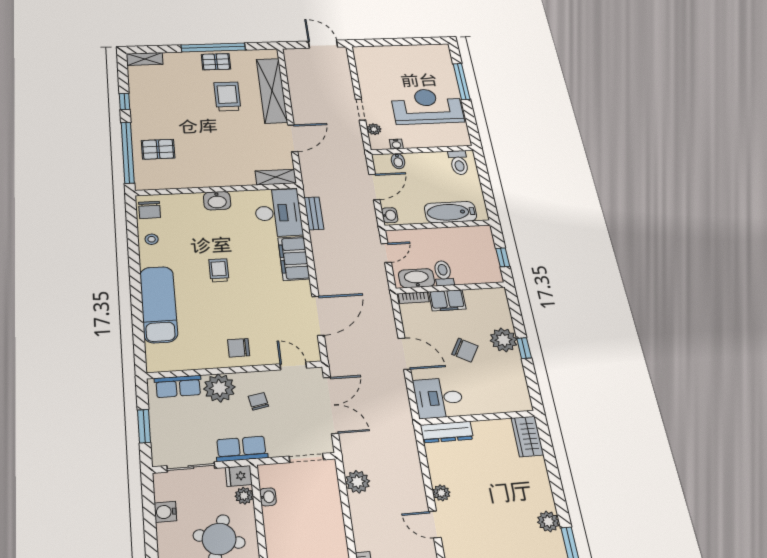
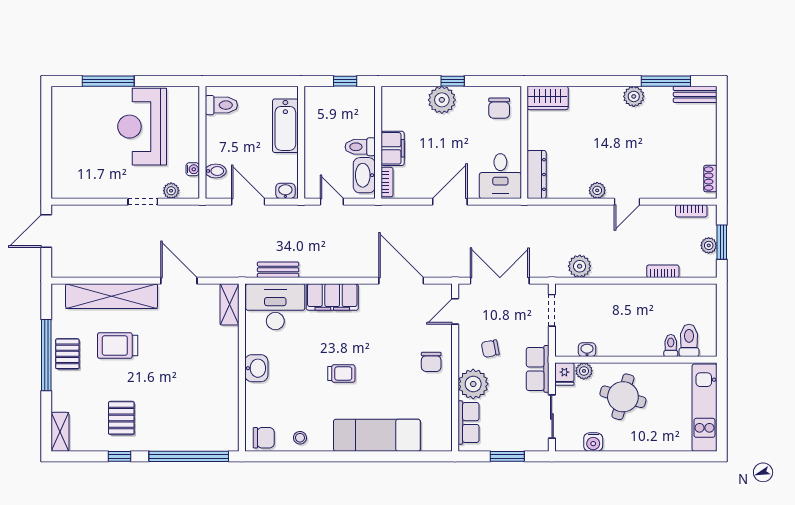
pallet: (158, 149) -> (121, 418), moved
trolley: (219, 270) -> (341, 374), turned 180
chair: (465, 350) -> (499, 108), moved, turned 150

